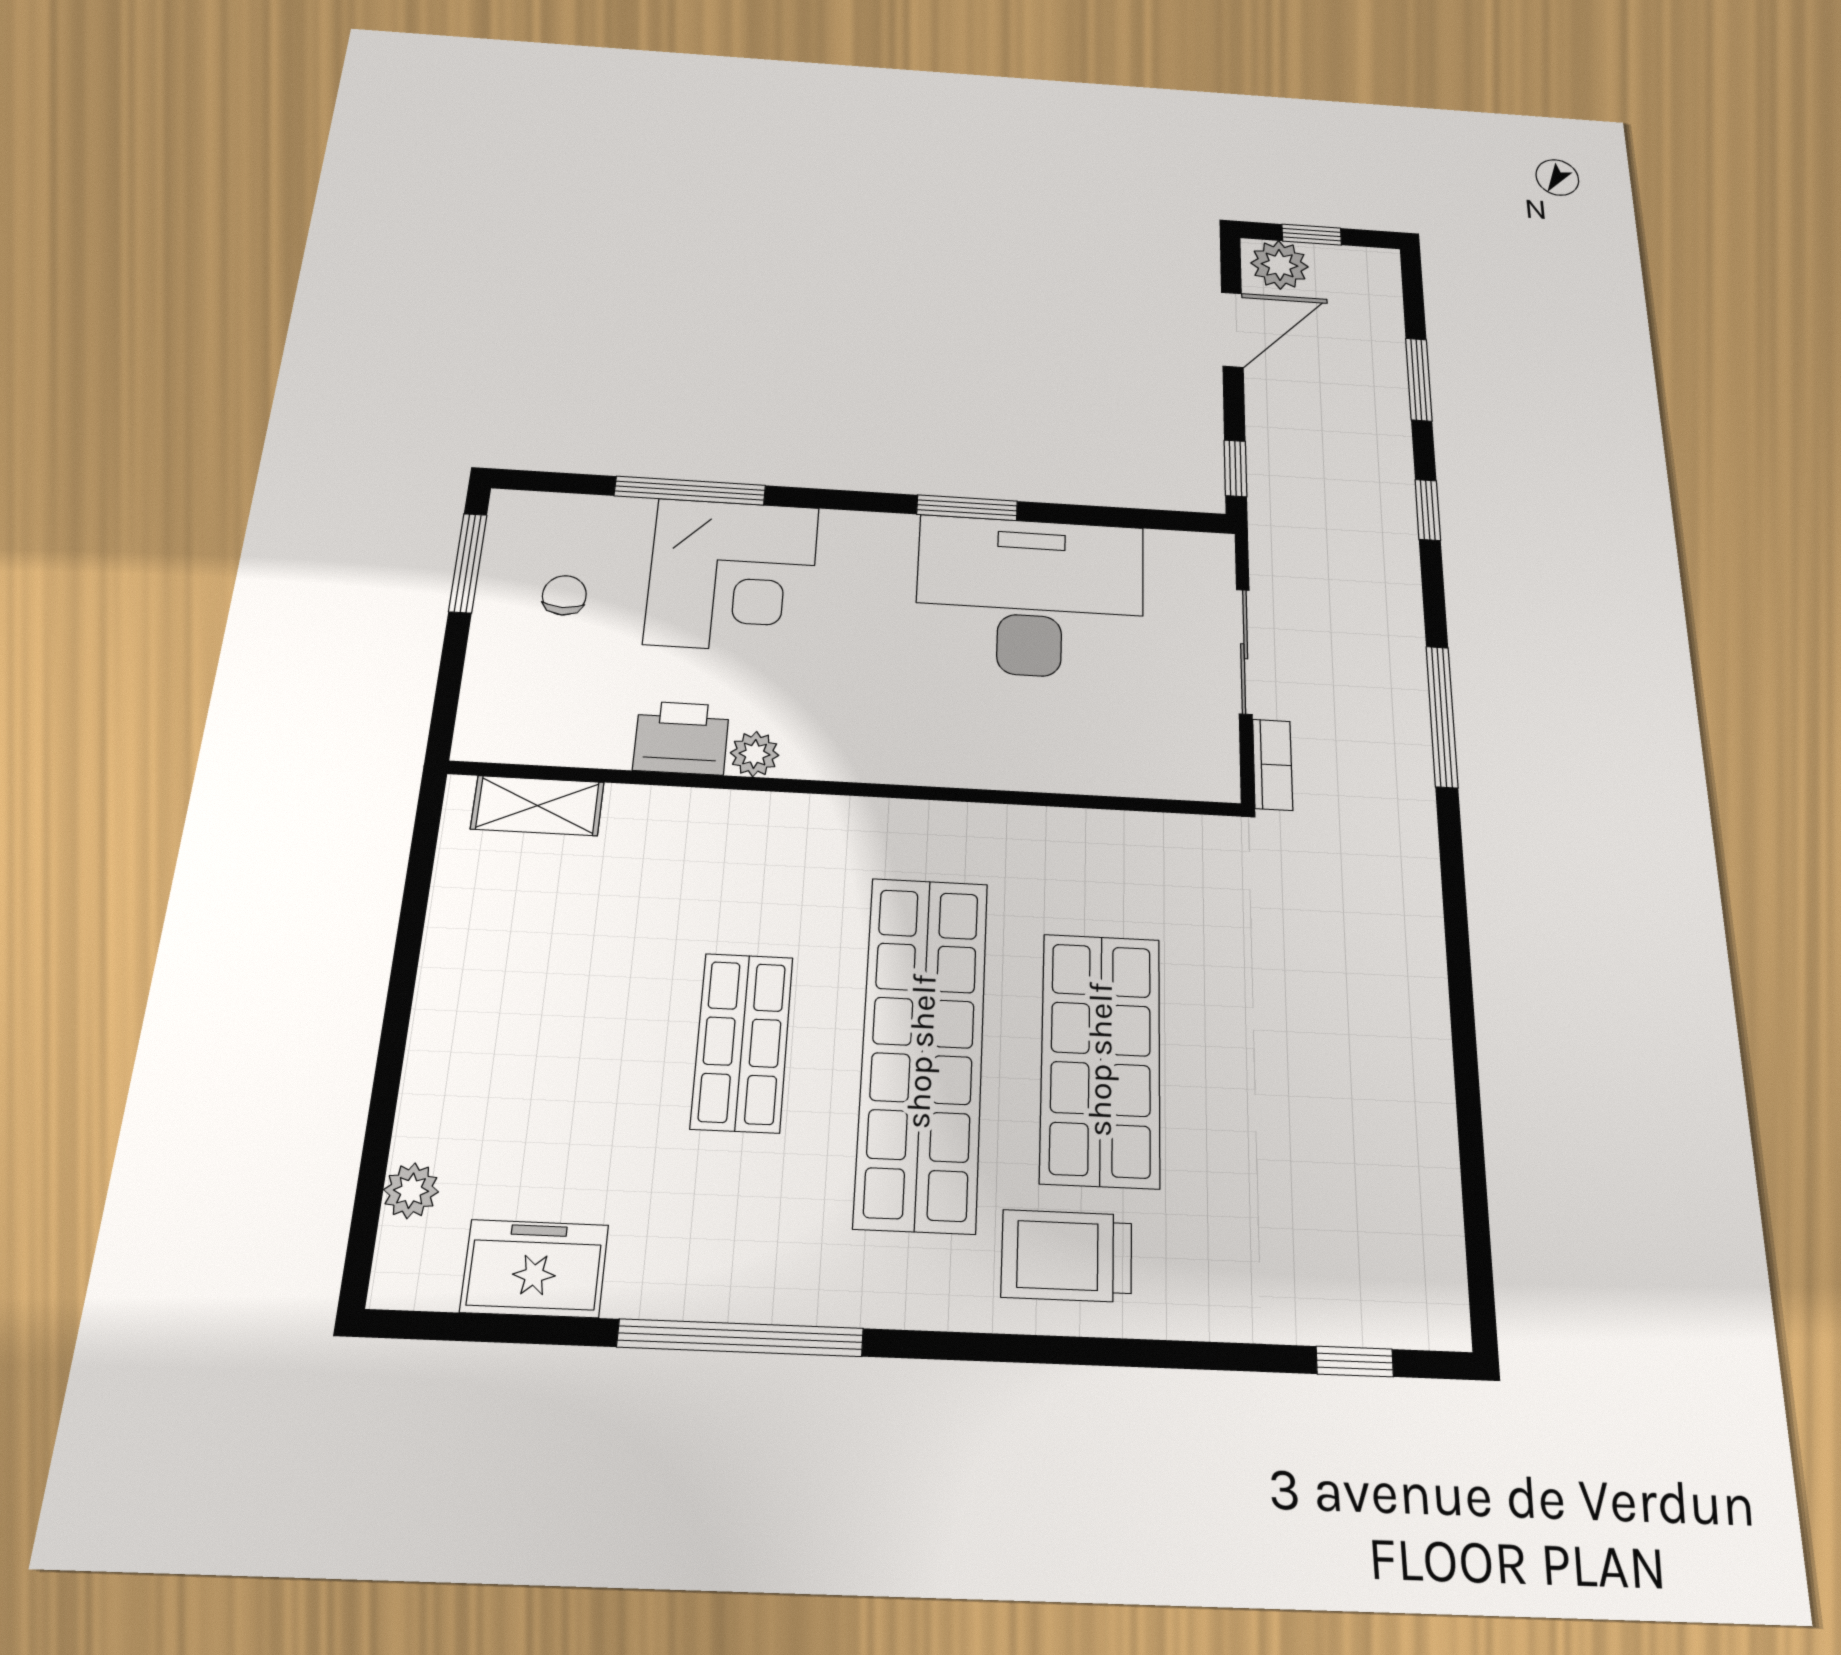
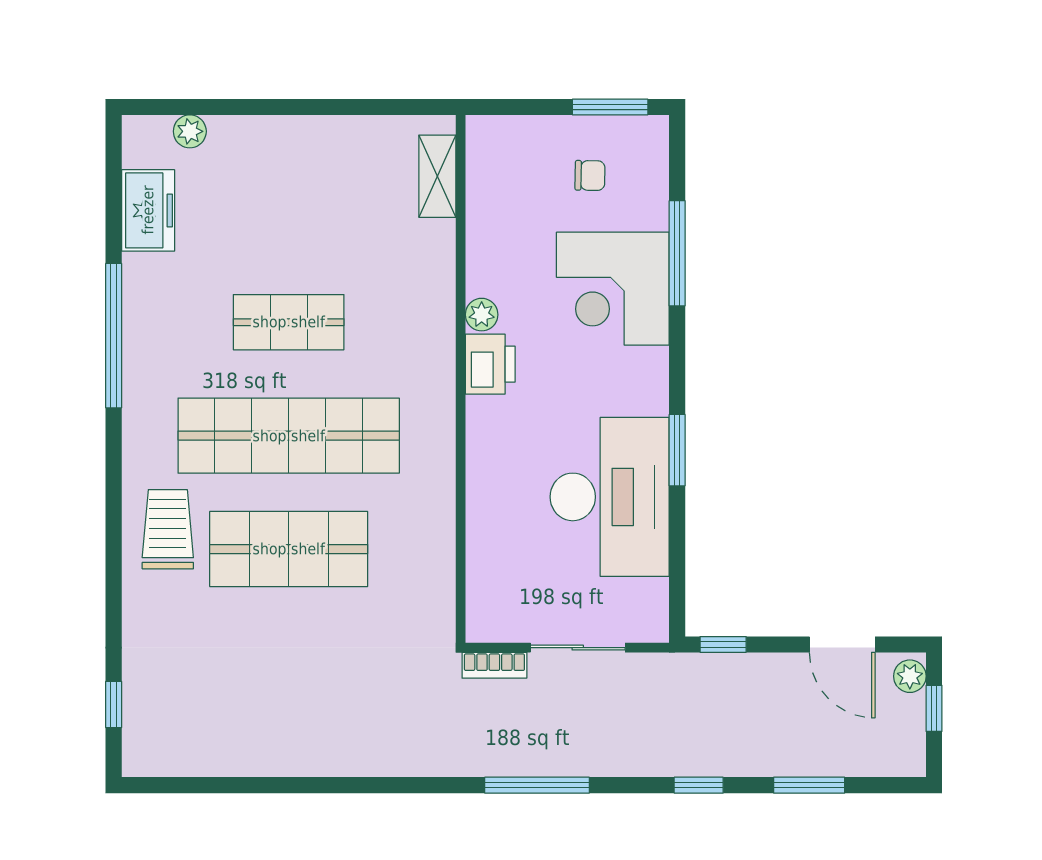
plant: (1280, 265) -> (910, 676), width x0.73, depth x0.73
printer: (681, 738) -> (490, 364), moved

